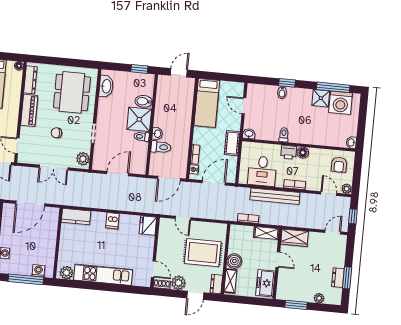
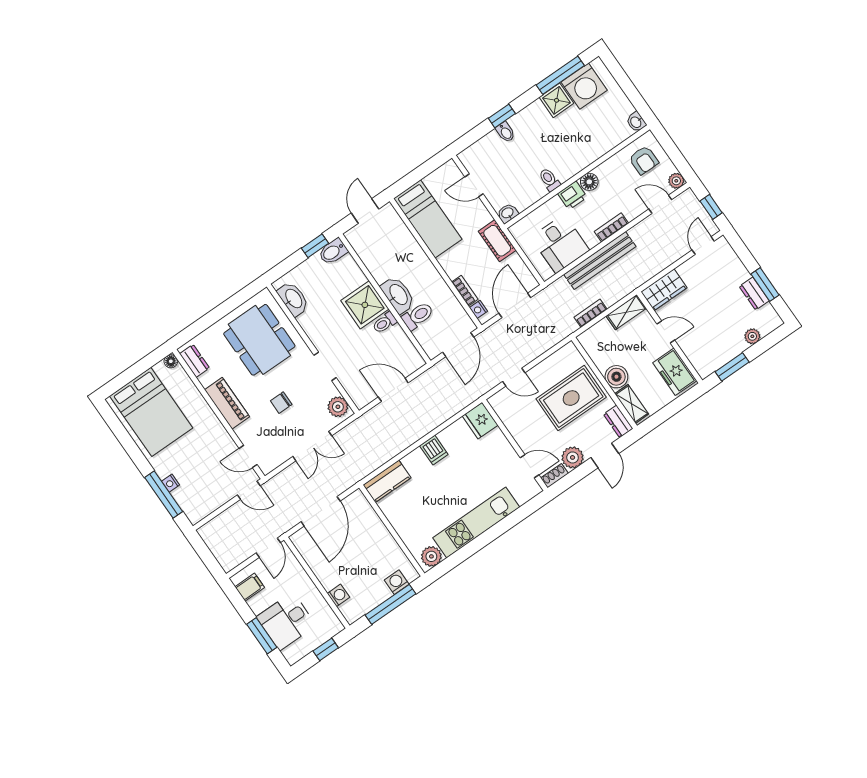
dresser: (30, 80) -> (194, 361), width x0.70
bidet: (144, 101) -> (333, 252), moved
washbasin: (157, 134) -> (398, 295), width x1.91, depth x1.45
door: (118, 174) -> (393, 390), hinge flipped

